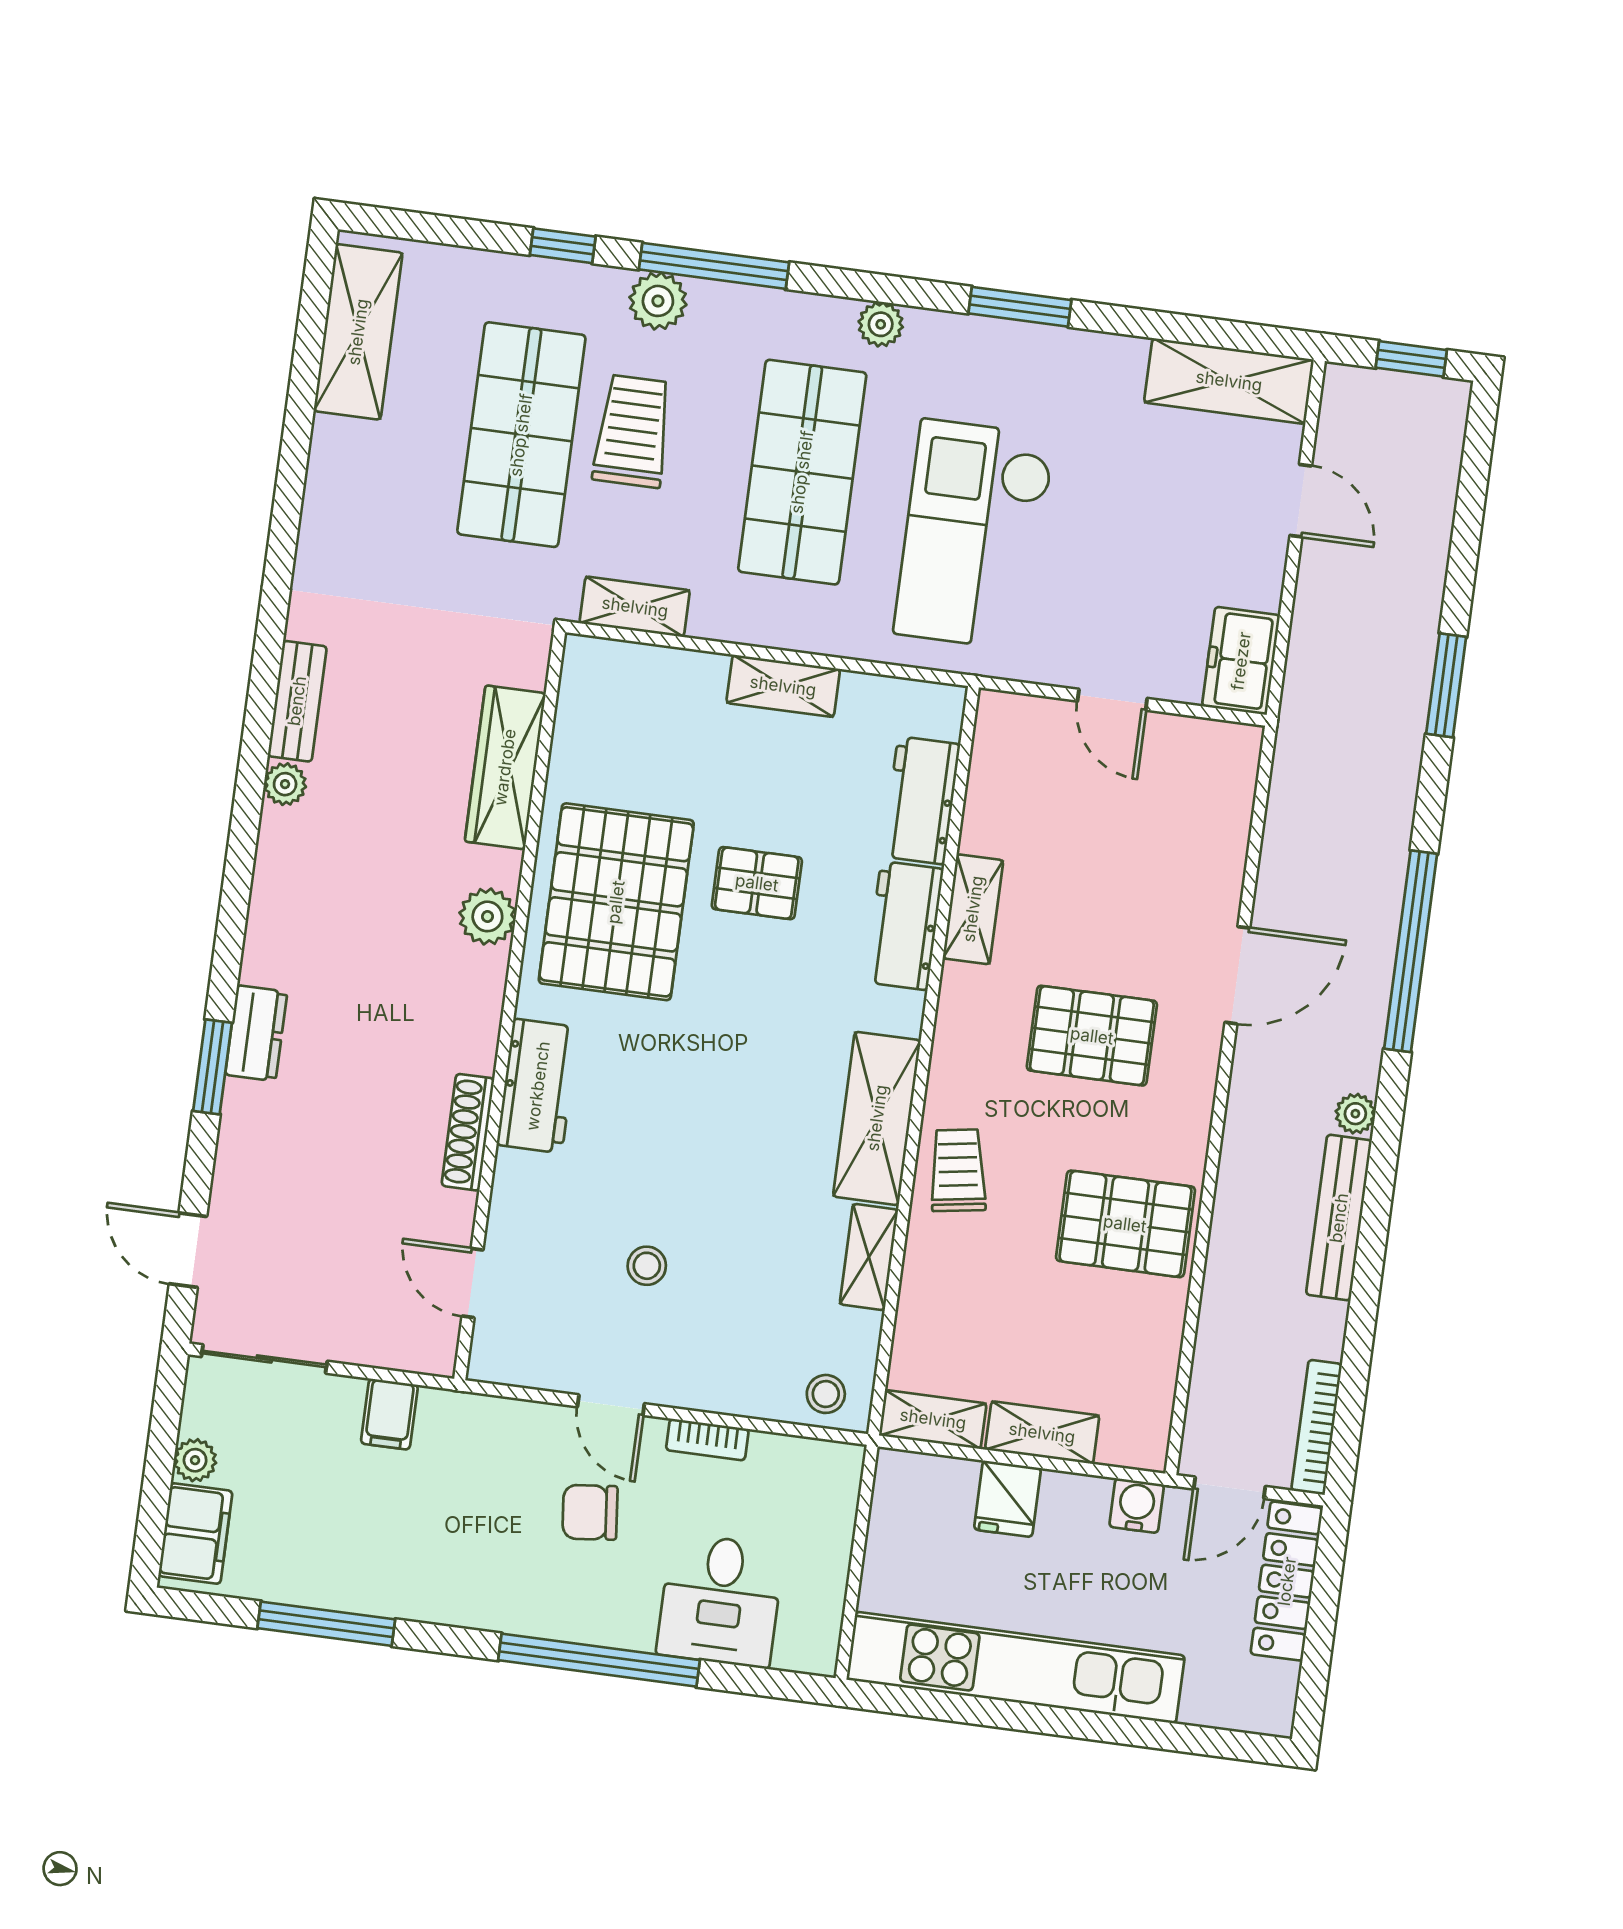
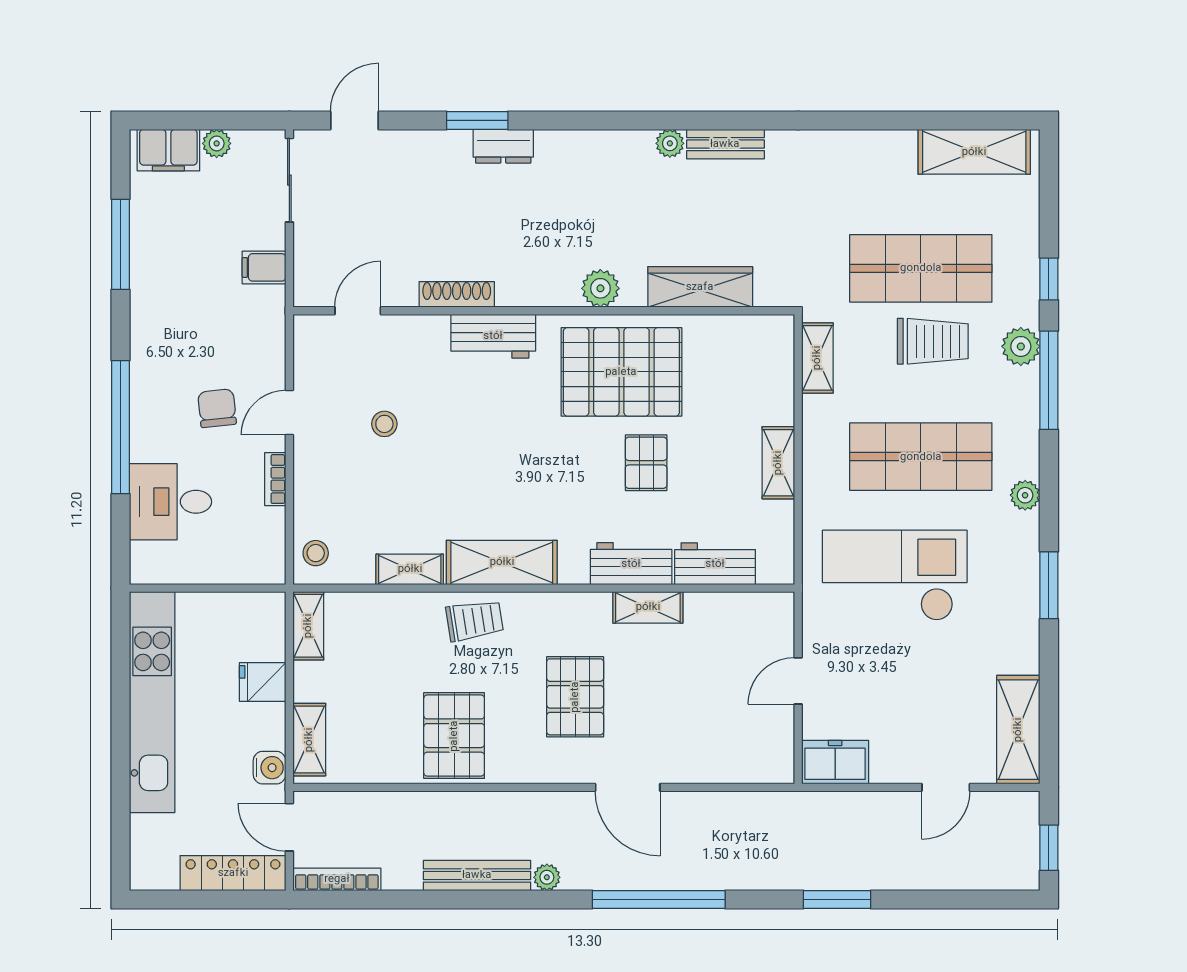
shelving: (1042, 1433) -> (309, 740), moved

